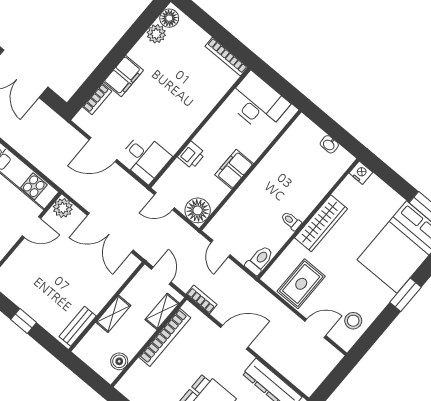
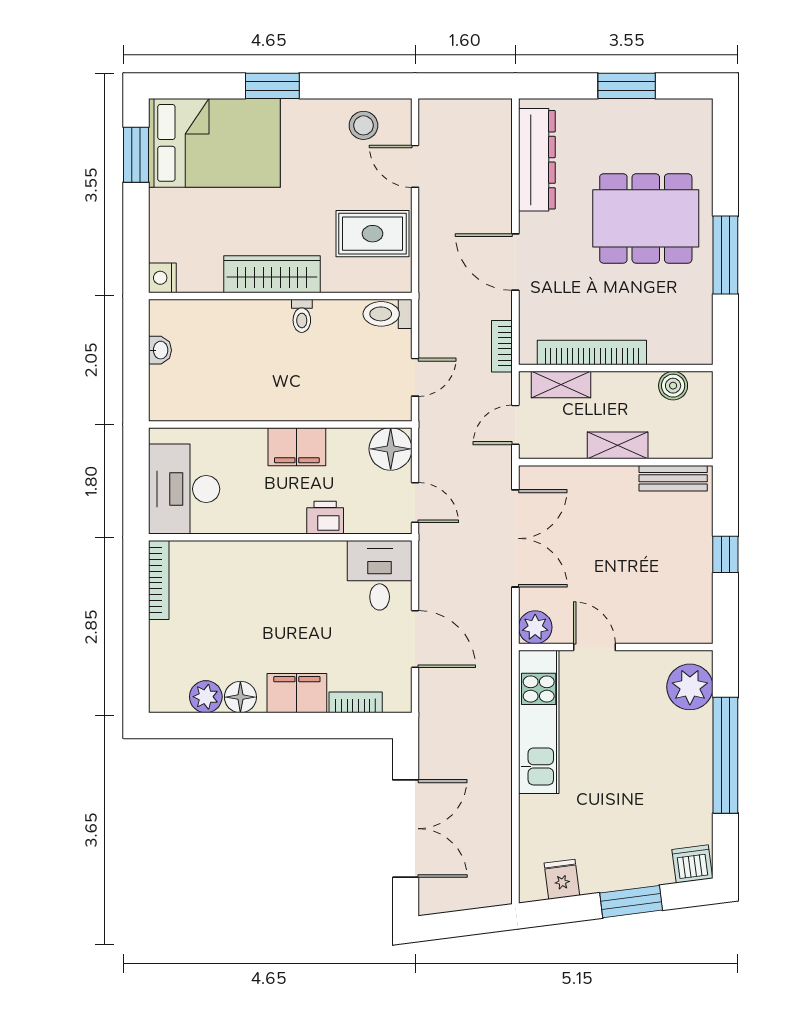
floor lamp: (169, 18) -> (240, 697), moved

